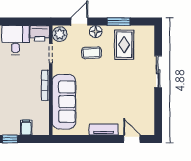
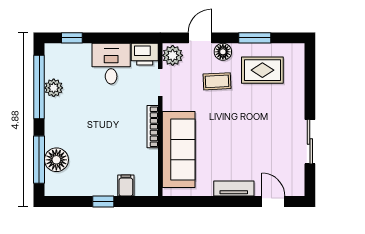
rug: (124, 45) -> (262, 70), turned 90
sliding door: (158, 72) -> (310, 142), moved

